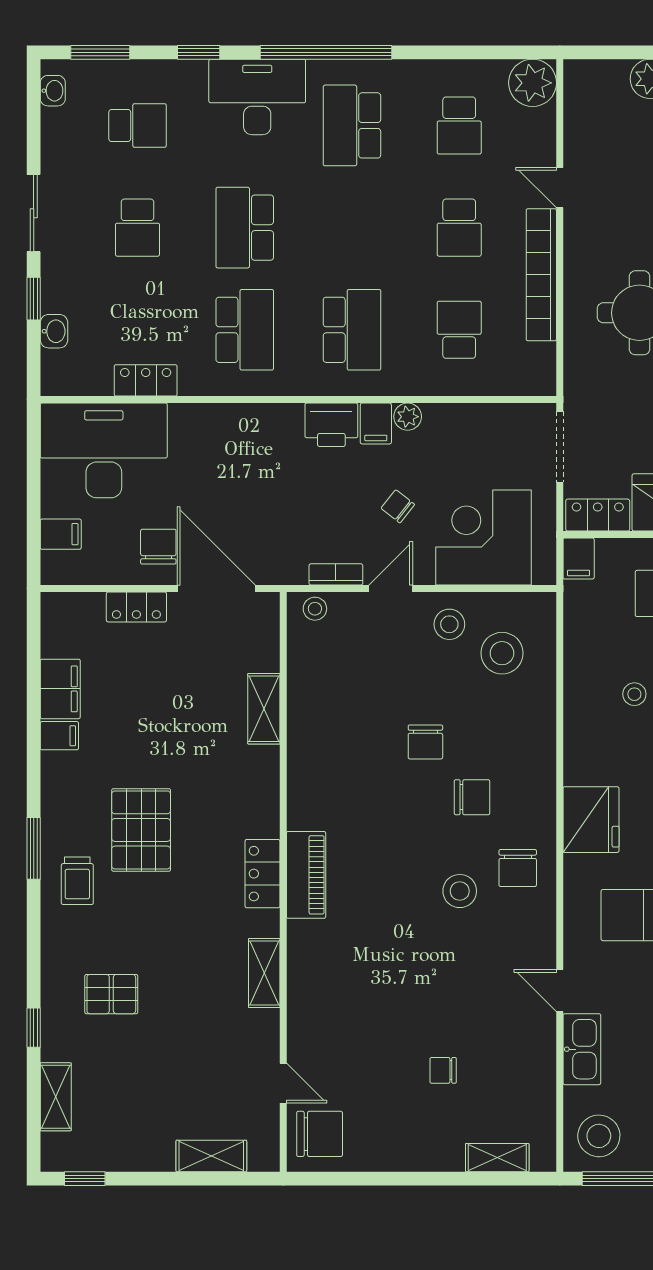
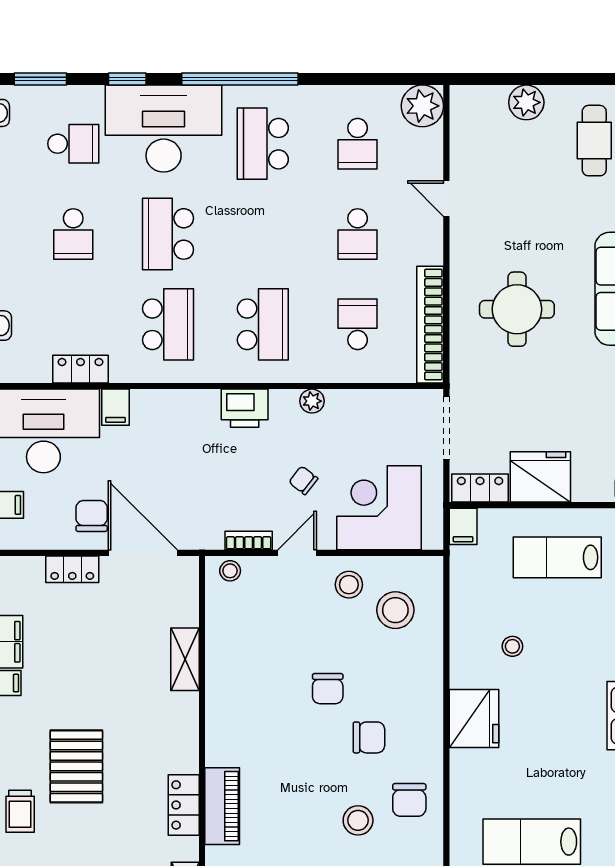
desk: (257, 97) -> (164, 129), width x1.36, depth x1.30
bookcase: (541, 275) -> (430, 325), moved
filing cabinet: (376, 424) -> (115, 407), moved
fridge: (591, 820) -> (474, 718), moved

